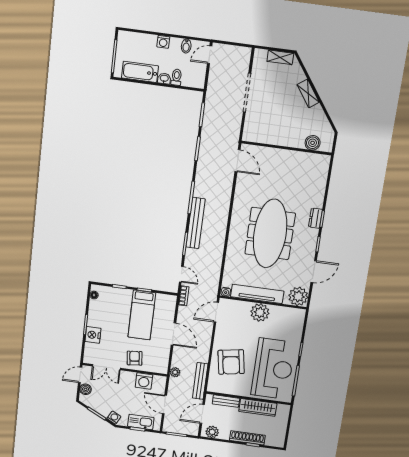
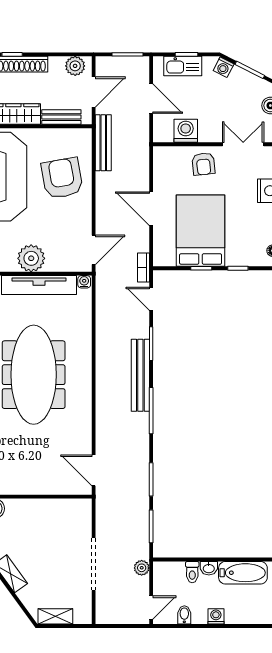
bed: (142, 315) -> (201, 231), width x1.50
plant: (175, 372) -> (142, 568), moved

